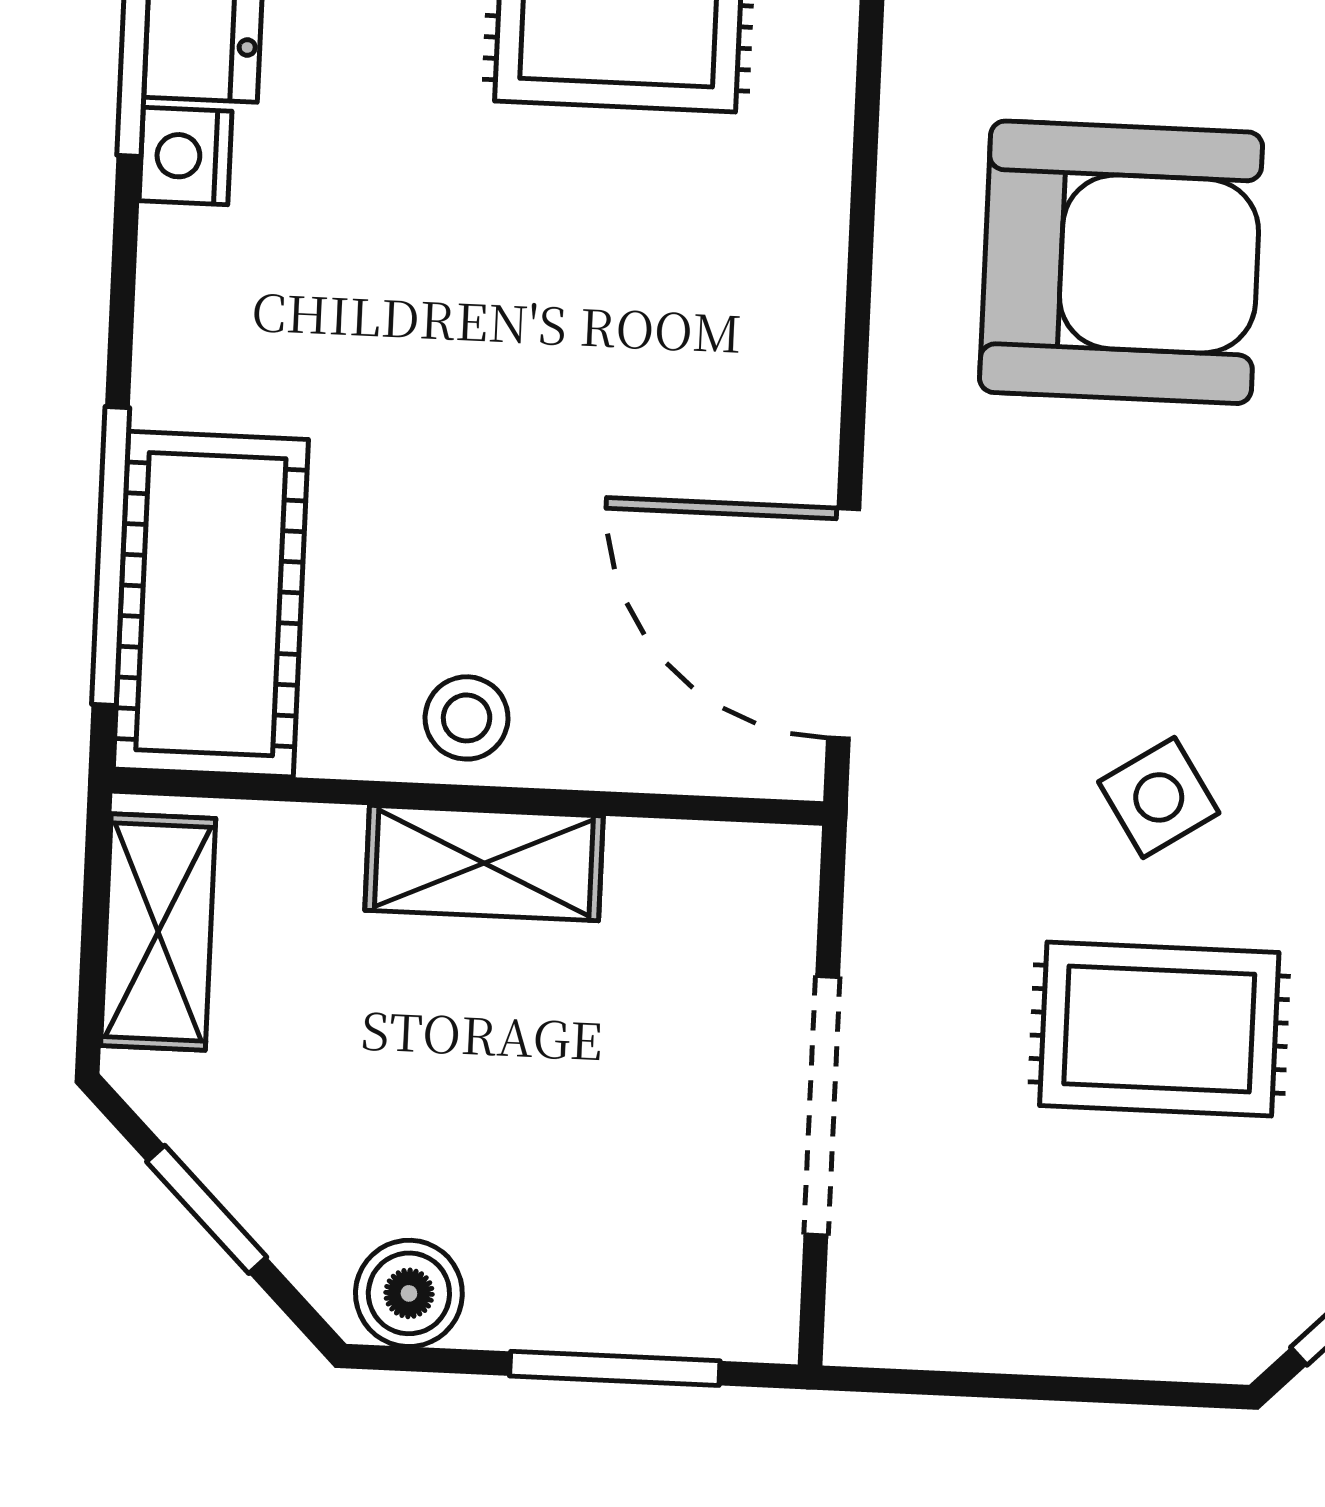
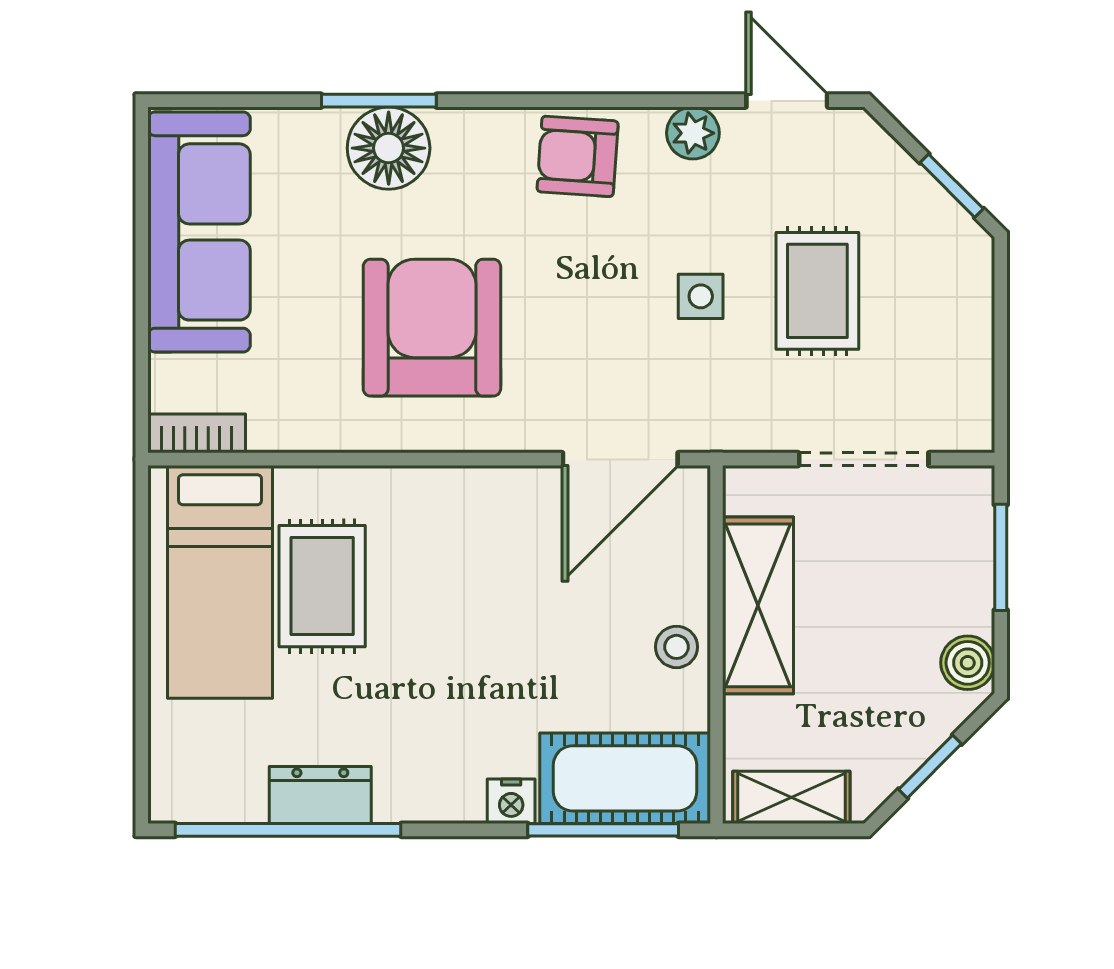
nightstand: (186, 156) -> (511, 801), moved
side table: (1159, 797) -> (701, 296), turned 33
shelving: (484, 863) -> (758, 605), width x1.50, depth x1.33

